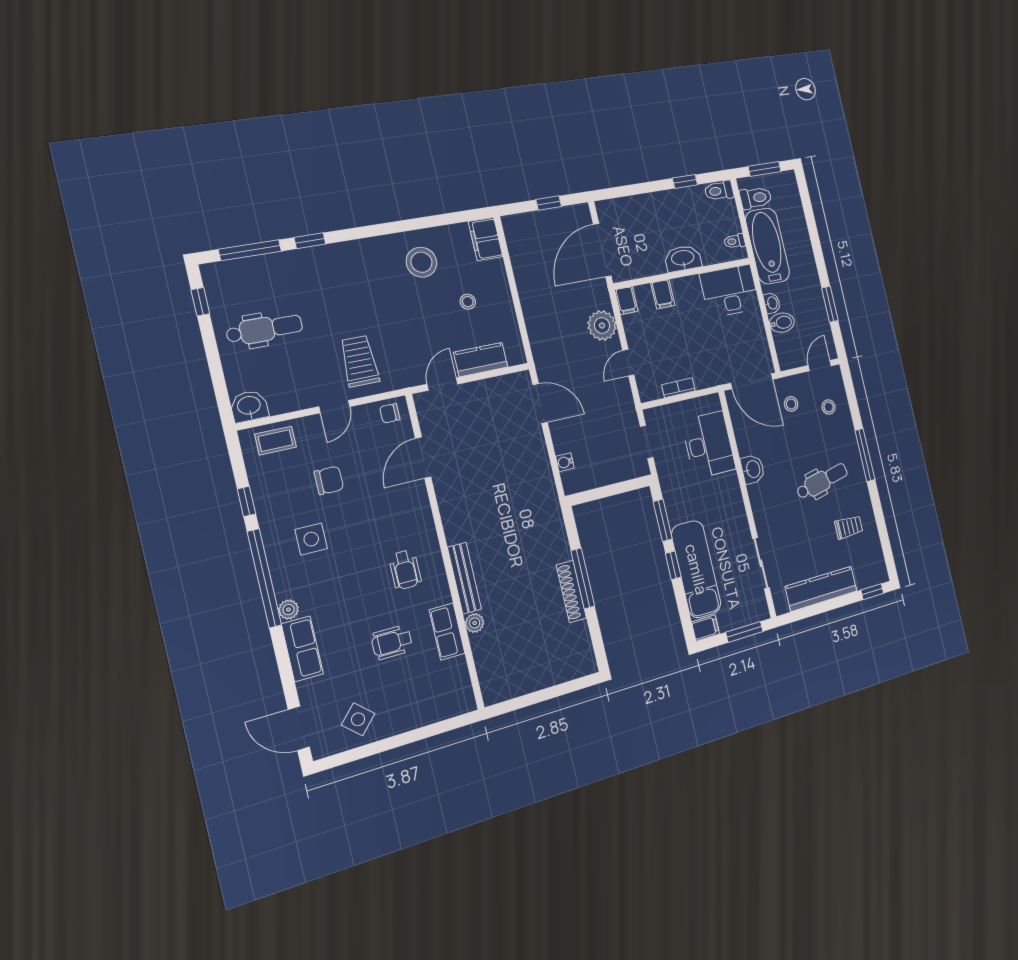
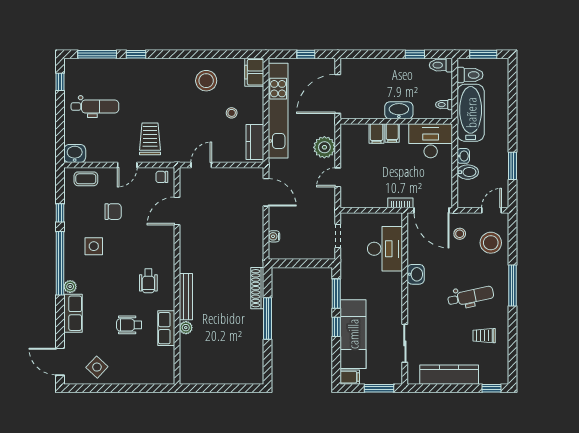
kitchen unit: (530, 287) -> (278, 111), added
filing cabinet: (626, 301) -> (392, 133), moved
kitchen counter: (481, 360) -> (255, 142), moved, turned -90
bookcase: (678, 388) -> (400, 203), moved
stool: (829, 407) -> (491, 243), width x1.89, depth x1.89
trolley: (849, 527) -> (484, 336), turned 180
shoe rack: (571, 592) -> (257, 288), moved

